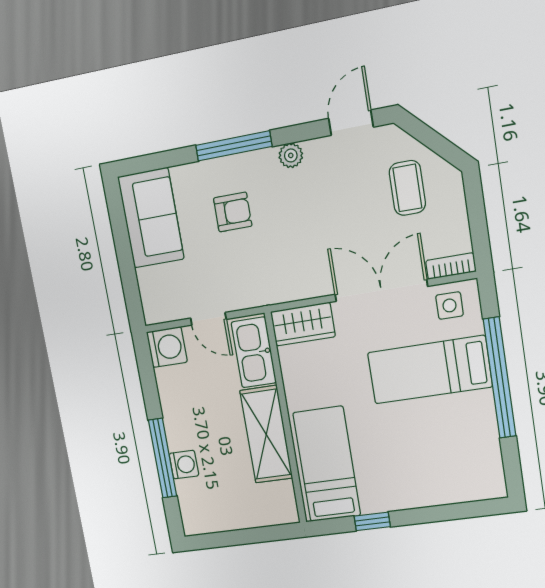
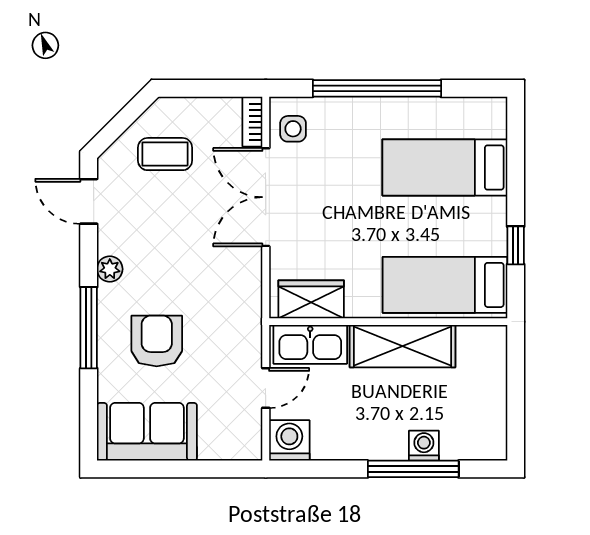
armchair: (233, 212) -> (157, 341), width x1.38, depth x1.38
wardrobe: (303, 324) -> (311, 299), moved, turned -90
bed: (430, 370) -> (445, 167), moved, turned 90

